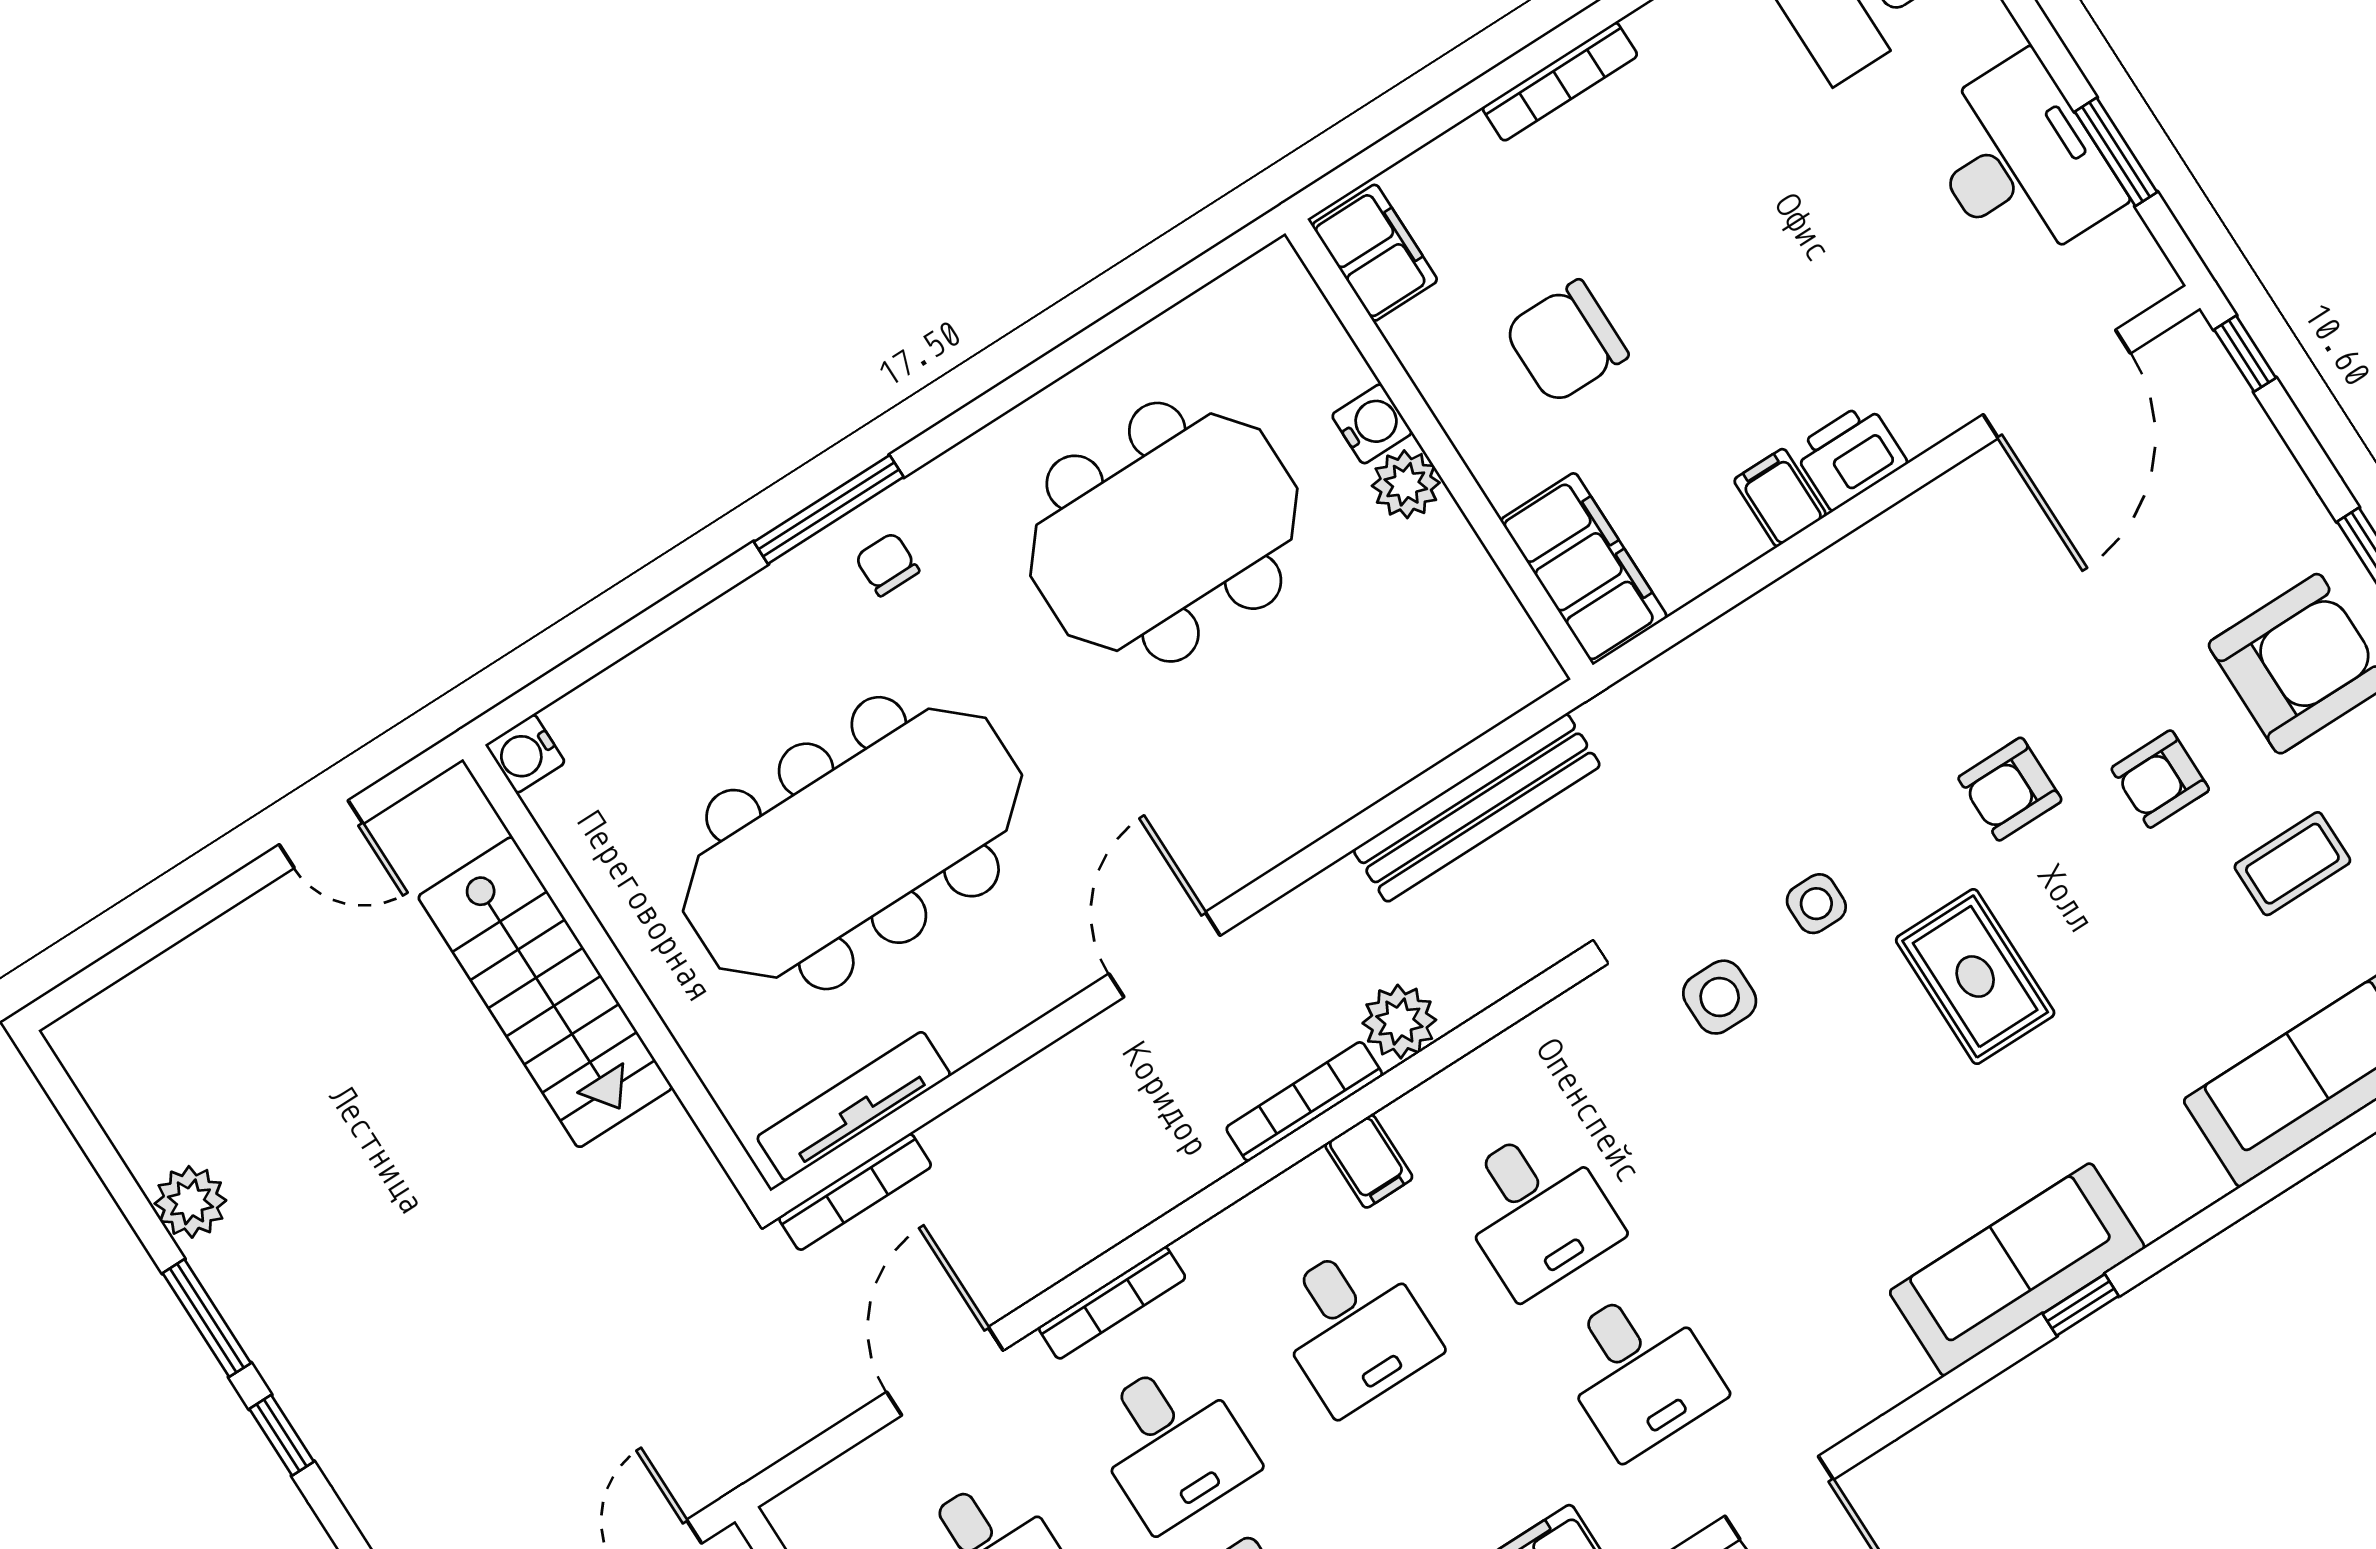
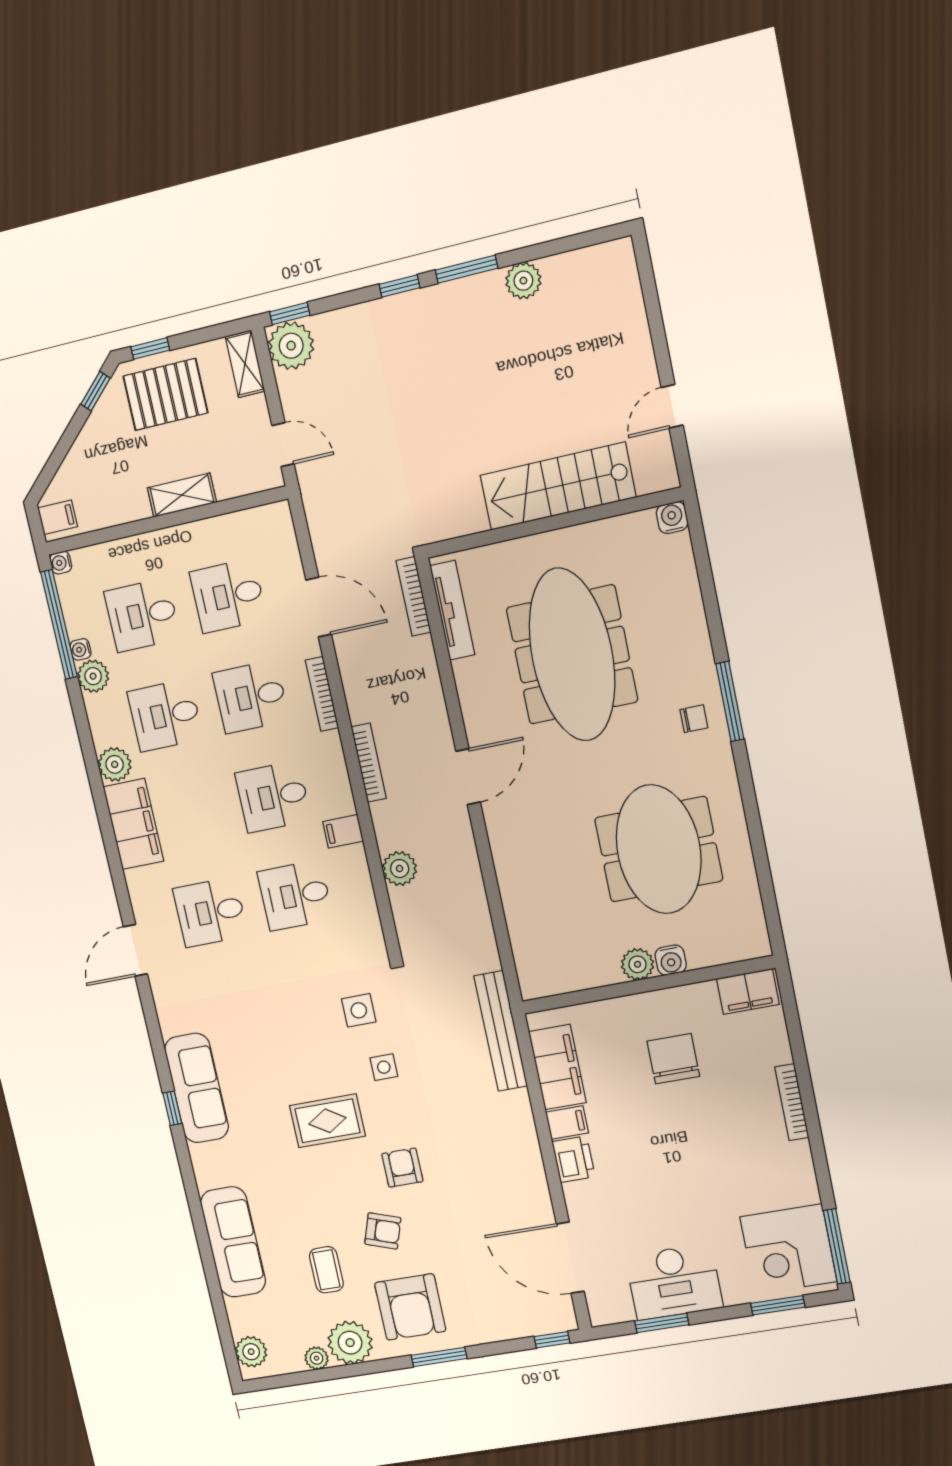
filing cabinet: (1584, 568) -> (557, 1067), moved, turned -90
armchair: (2160, 779) -> (383, 1231), turned 109
bench: (1477, 808) -> (501, 1031), moved
door: (1165, 955) -> (468, 777), hinge flipped
bookcase: (1304, 1101) -> (369, 763), moved

